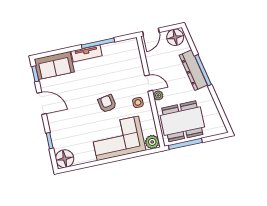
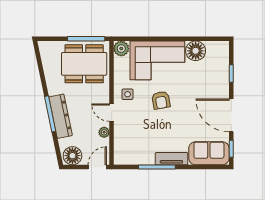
plant: (158, 95) -> (104, 132), moved
door: (42, 103) -> (231, 115), width x1.36
floor lamp: (65, 159) -> (196, 51), moved

